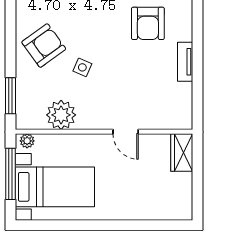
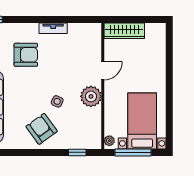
window: (11, 96) -> (77, 152), width x0.67
plant: (61, 115) -> (91, 96), moved
wardrobe: (182, 152) -> (124, 31), width x1.50

